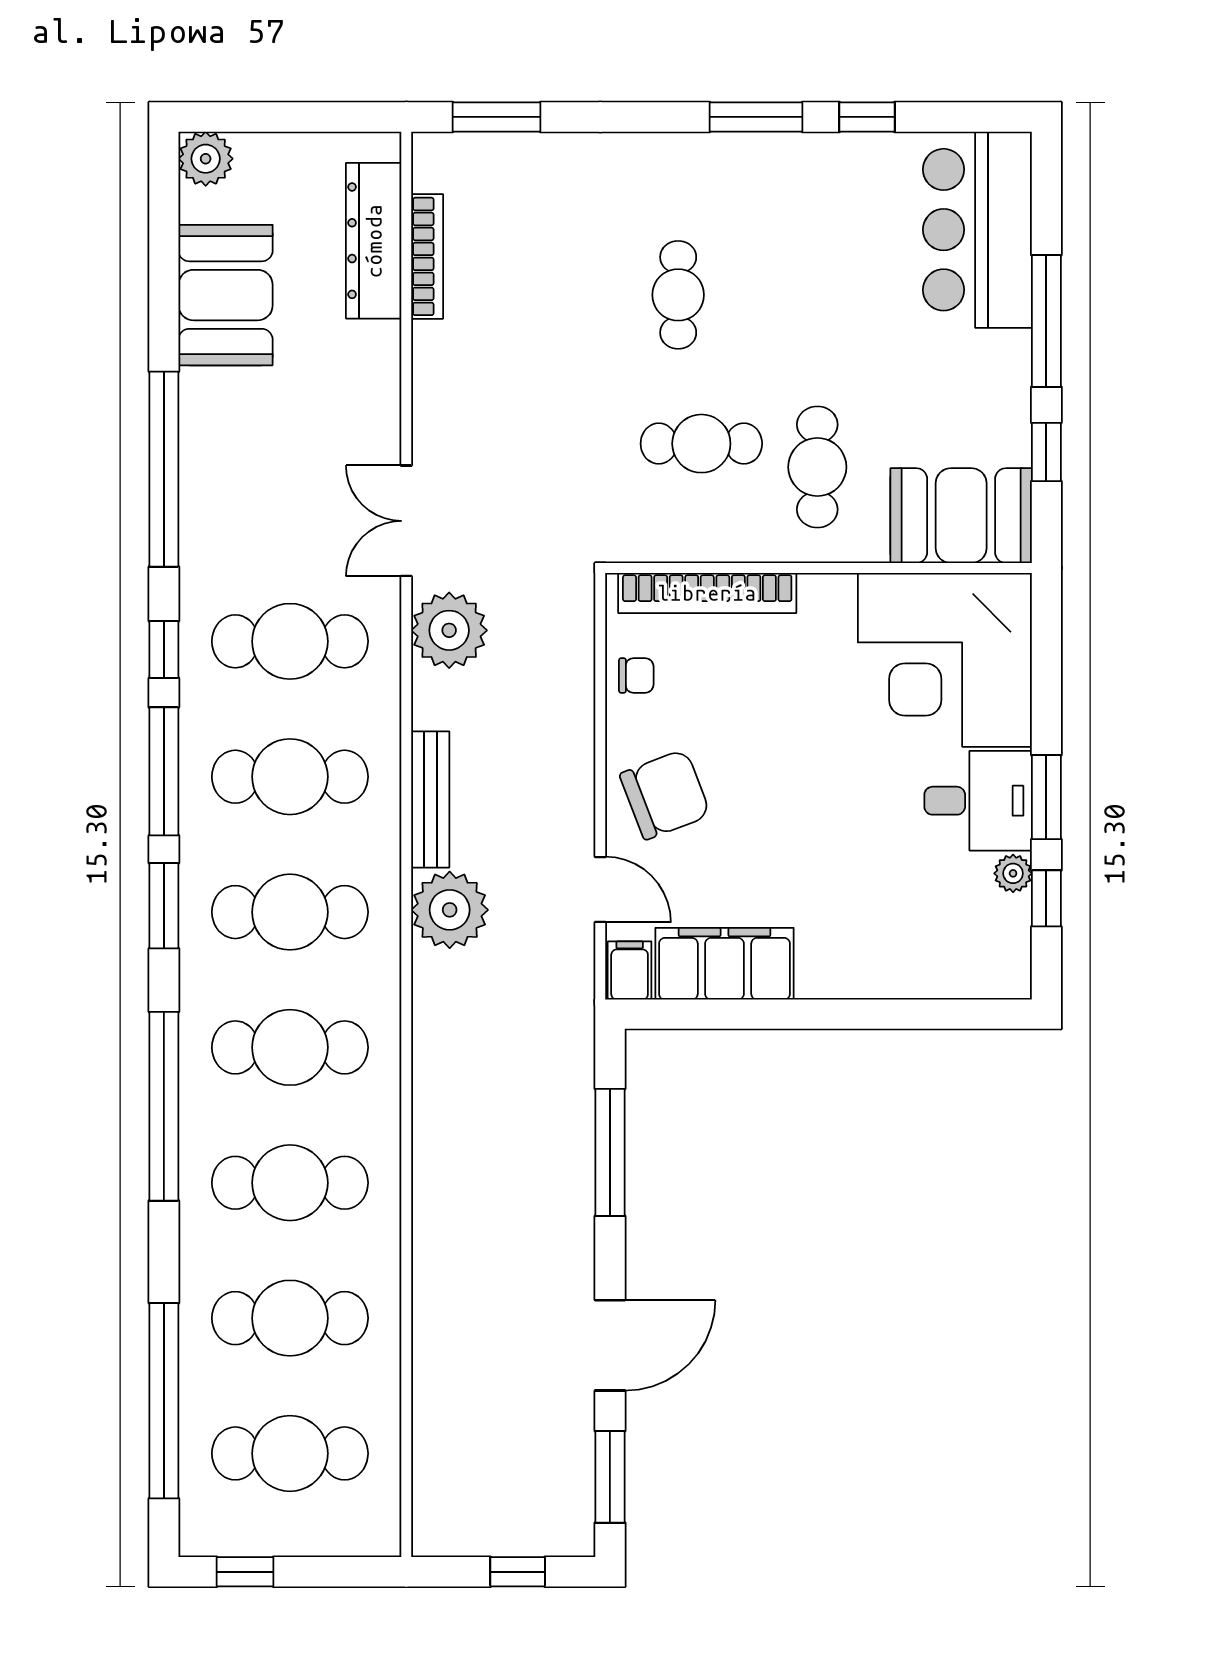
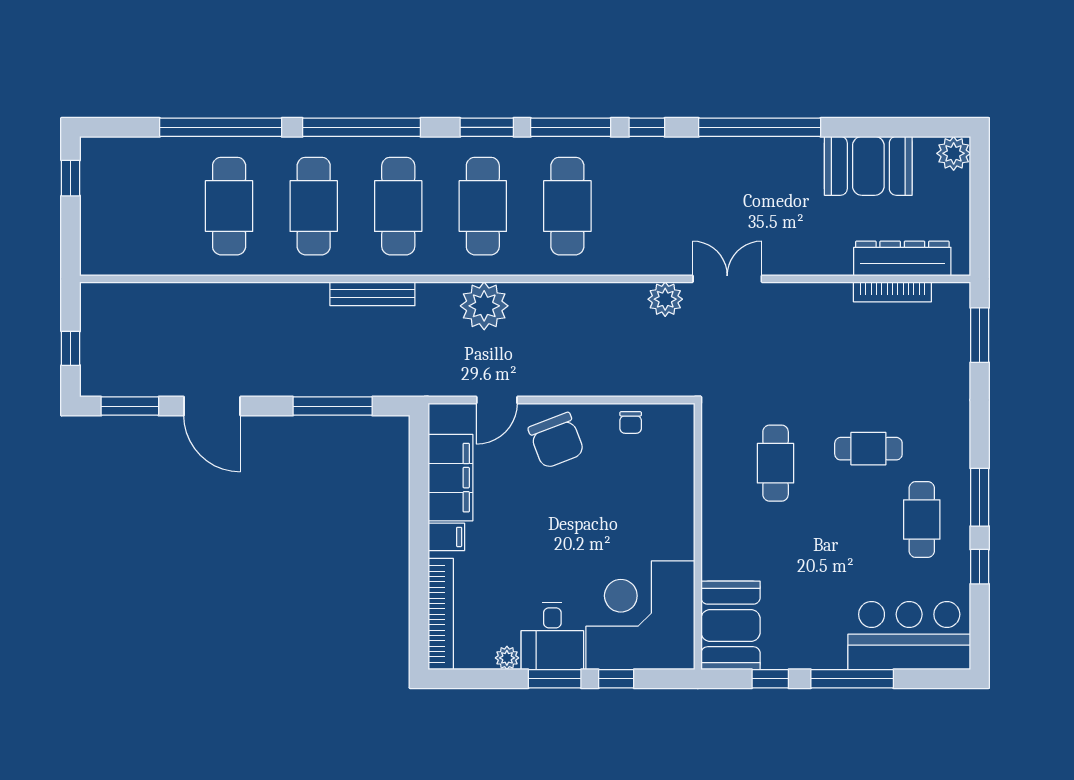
cafe table: (817, 467) -> (922, 519), moved, turned 90
bookcase: (707, 593) -> (441, 614), moved, turned 180
plant: (449, 630) -> (665, 299), width x0.73, depth x0.73
cafe table: (290, 641) -> (652, 206), removed
bench: (430, 799) -> (372, 294), moved
window: (1046, 898) -> (616, 679), moved
filing cabinet: (630, 970) -> (446, 537), moved
window: (164, 1401) -> (221, 127), moved
cafe table: (290, 1453) -> (145, 206), removed

